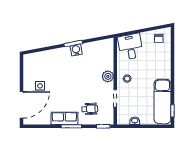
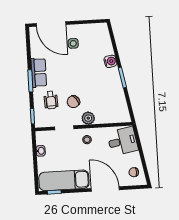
water cooler: (76, 50) -> (110, 61), moved
door: (172, 65) -> (105, 189), added
chair: (92, 89) -> (73, 102), added

